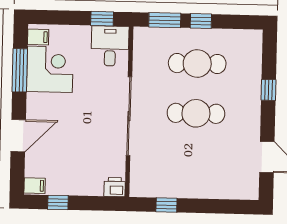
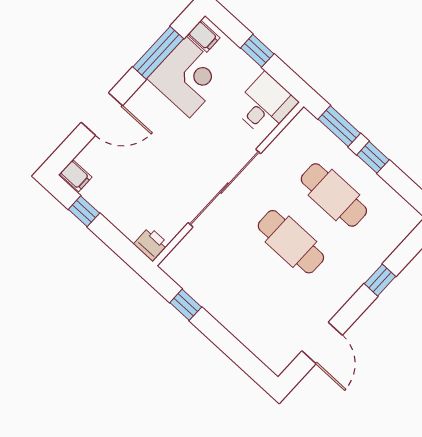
window: (102, 19) -> (257, 51), moved

